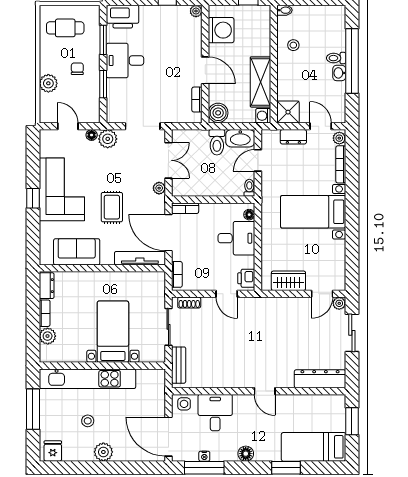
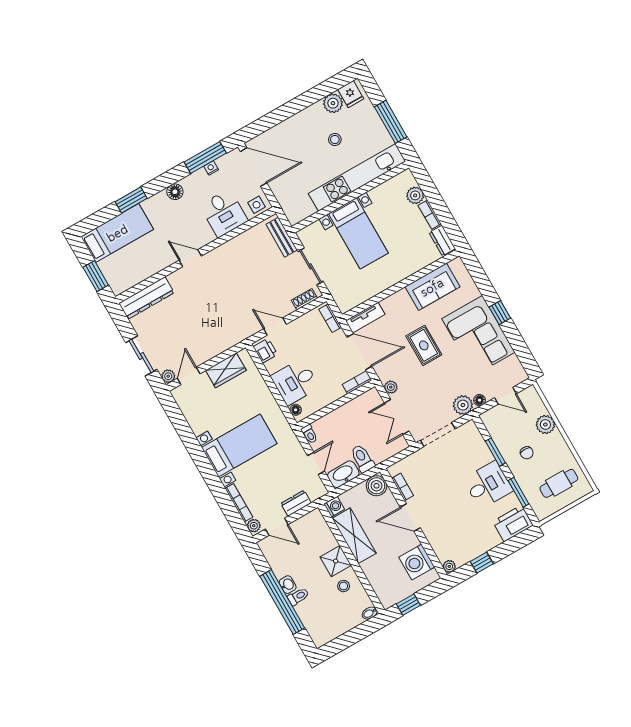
shower: (288, 112) -> (336, 561), moved
tv unit: (140, 258) -> (365, 318), width x0.71
plant: (103, 452) -> (333, 103), moved

